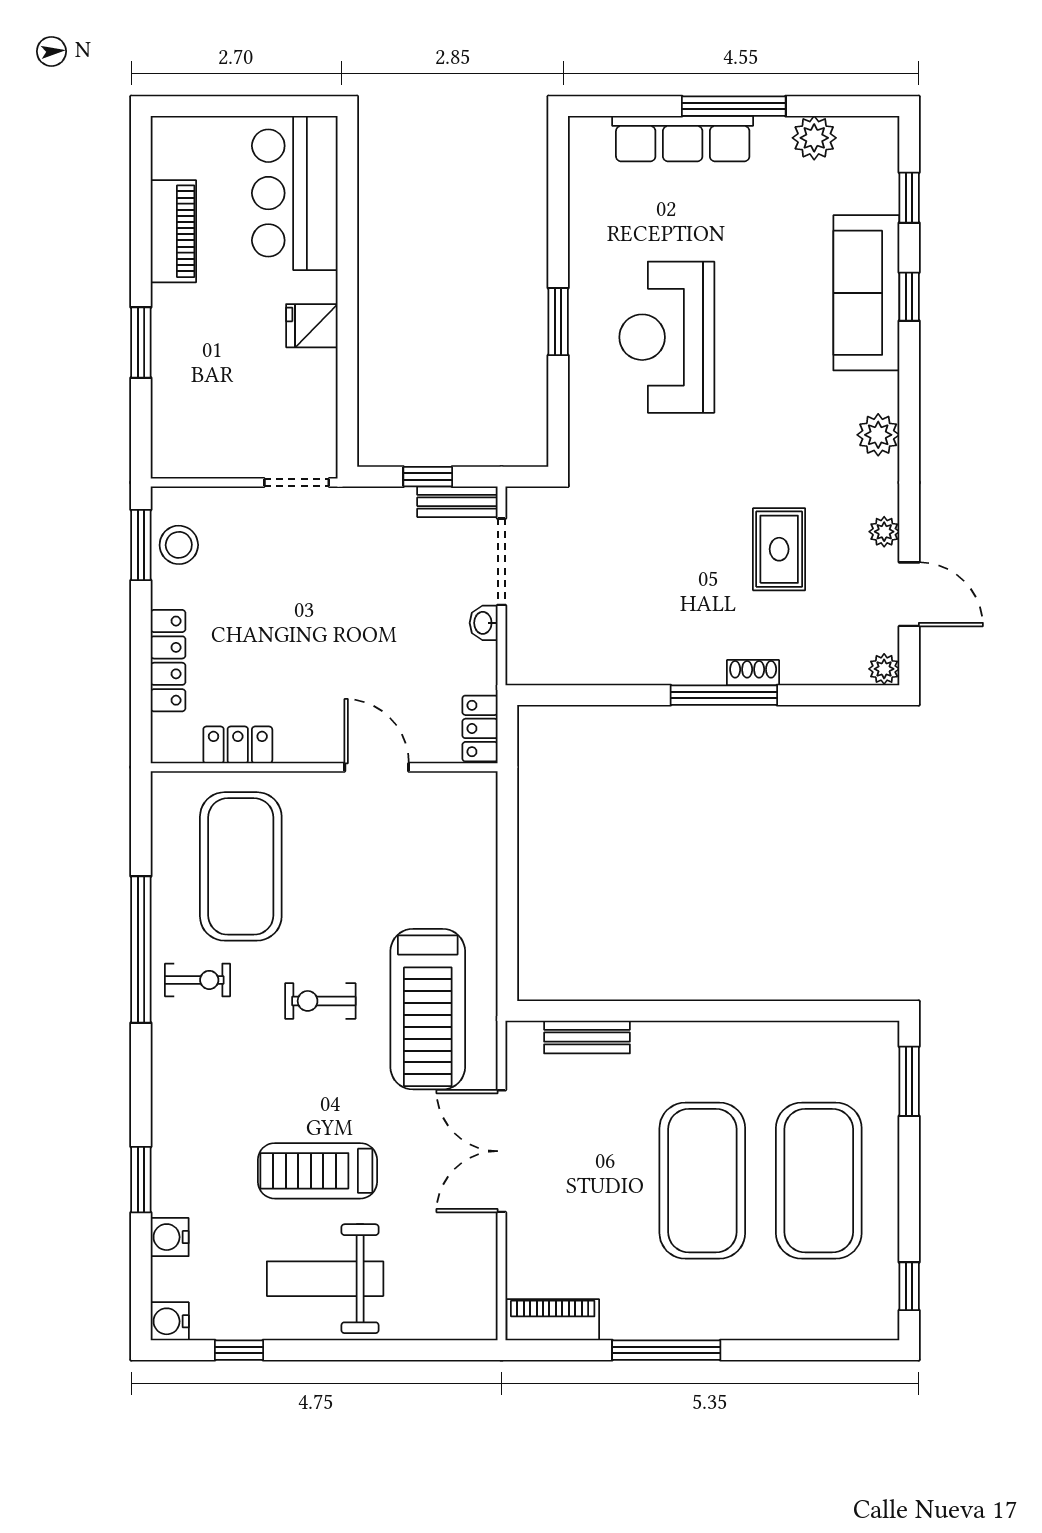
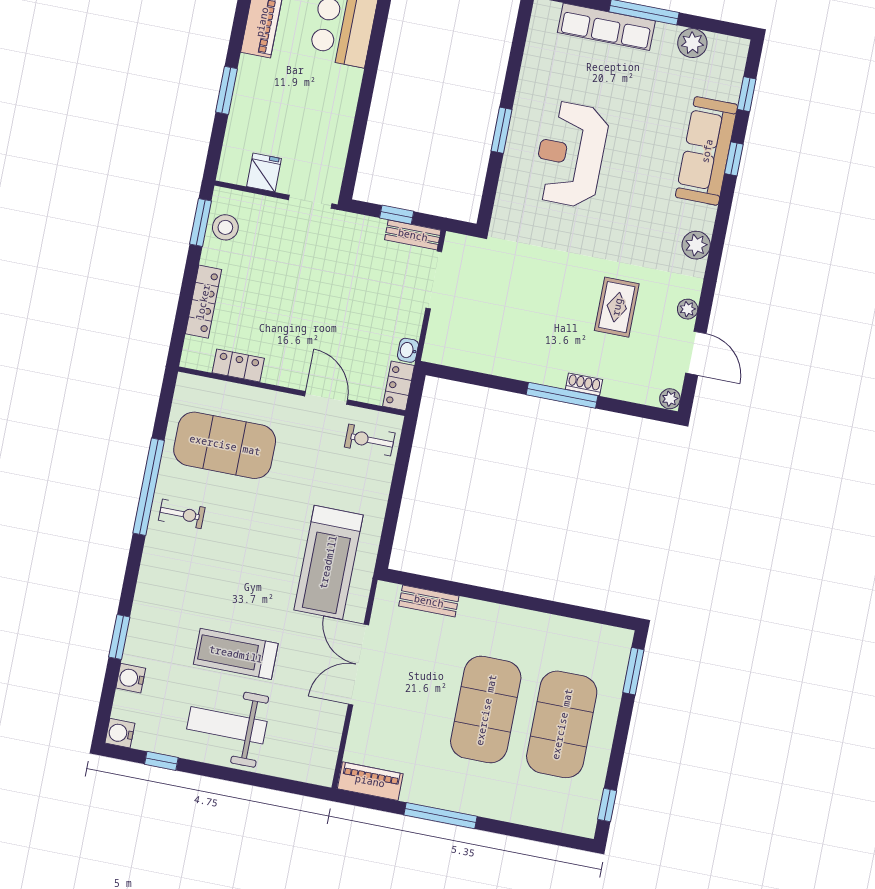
fridge: (312, 326) -> (264, 173), moved, turned 90
washbasin: (484, 623) -> (408, 350), moved
exercise mat: (241, 866) -> (225, 445), turned 90
exercise bike: (320, 1001) -> (370, 440), moved

